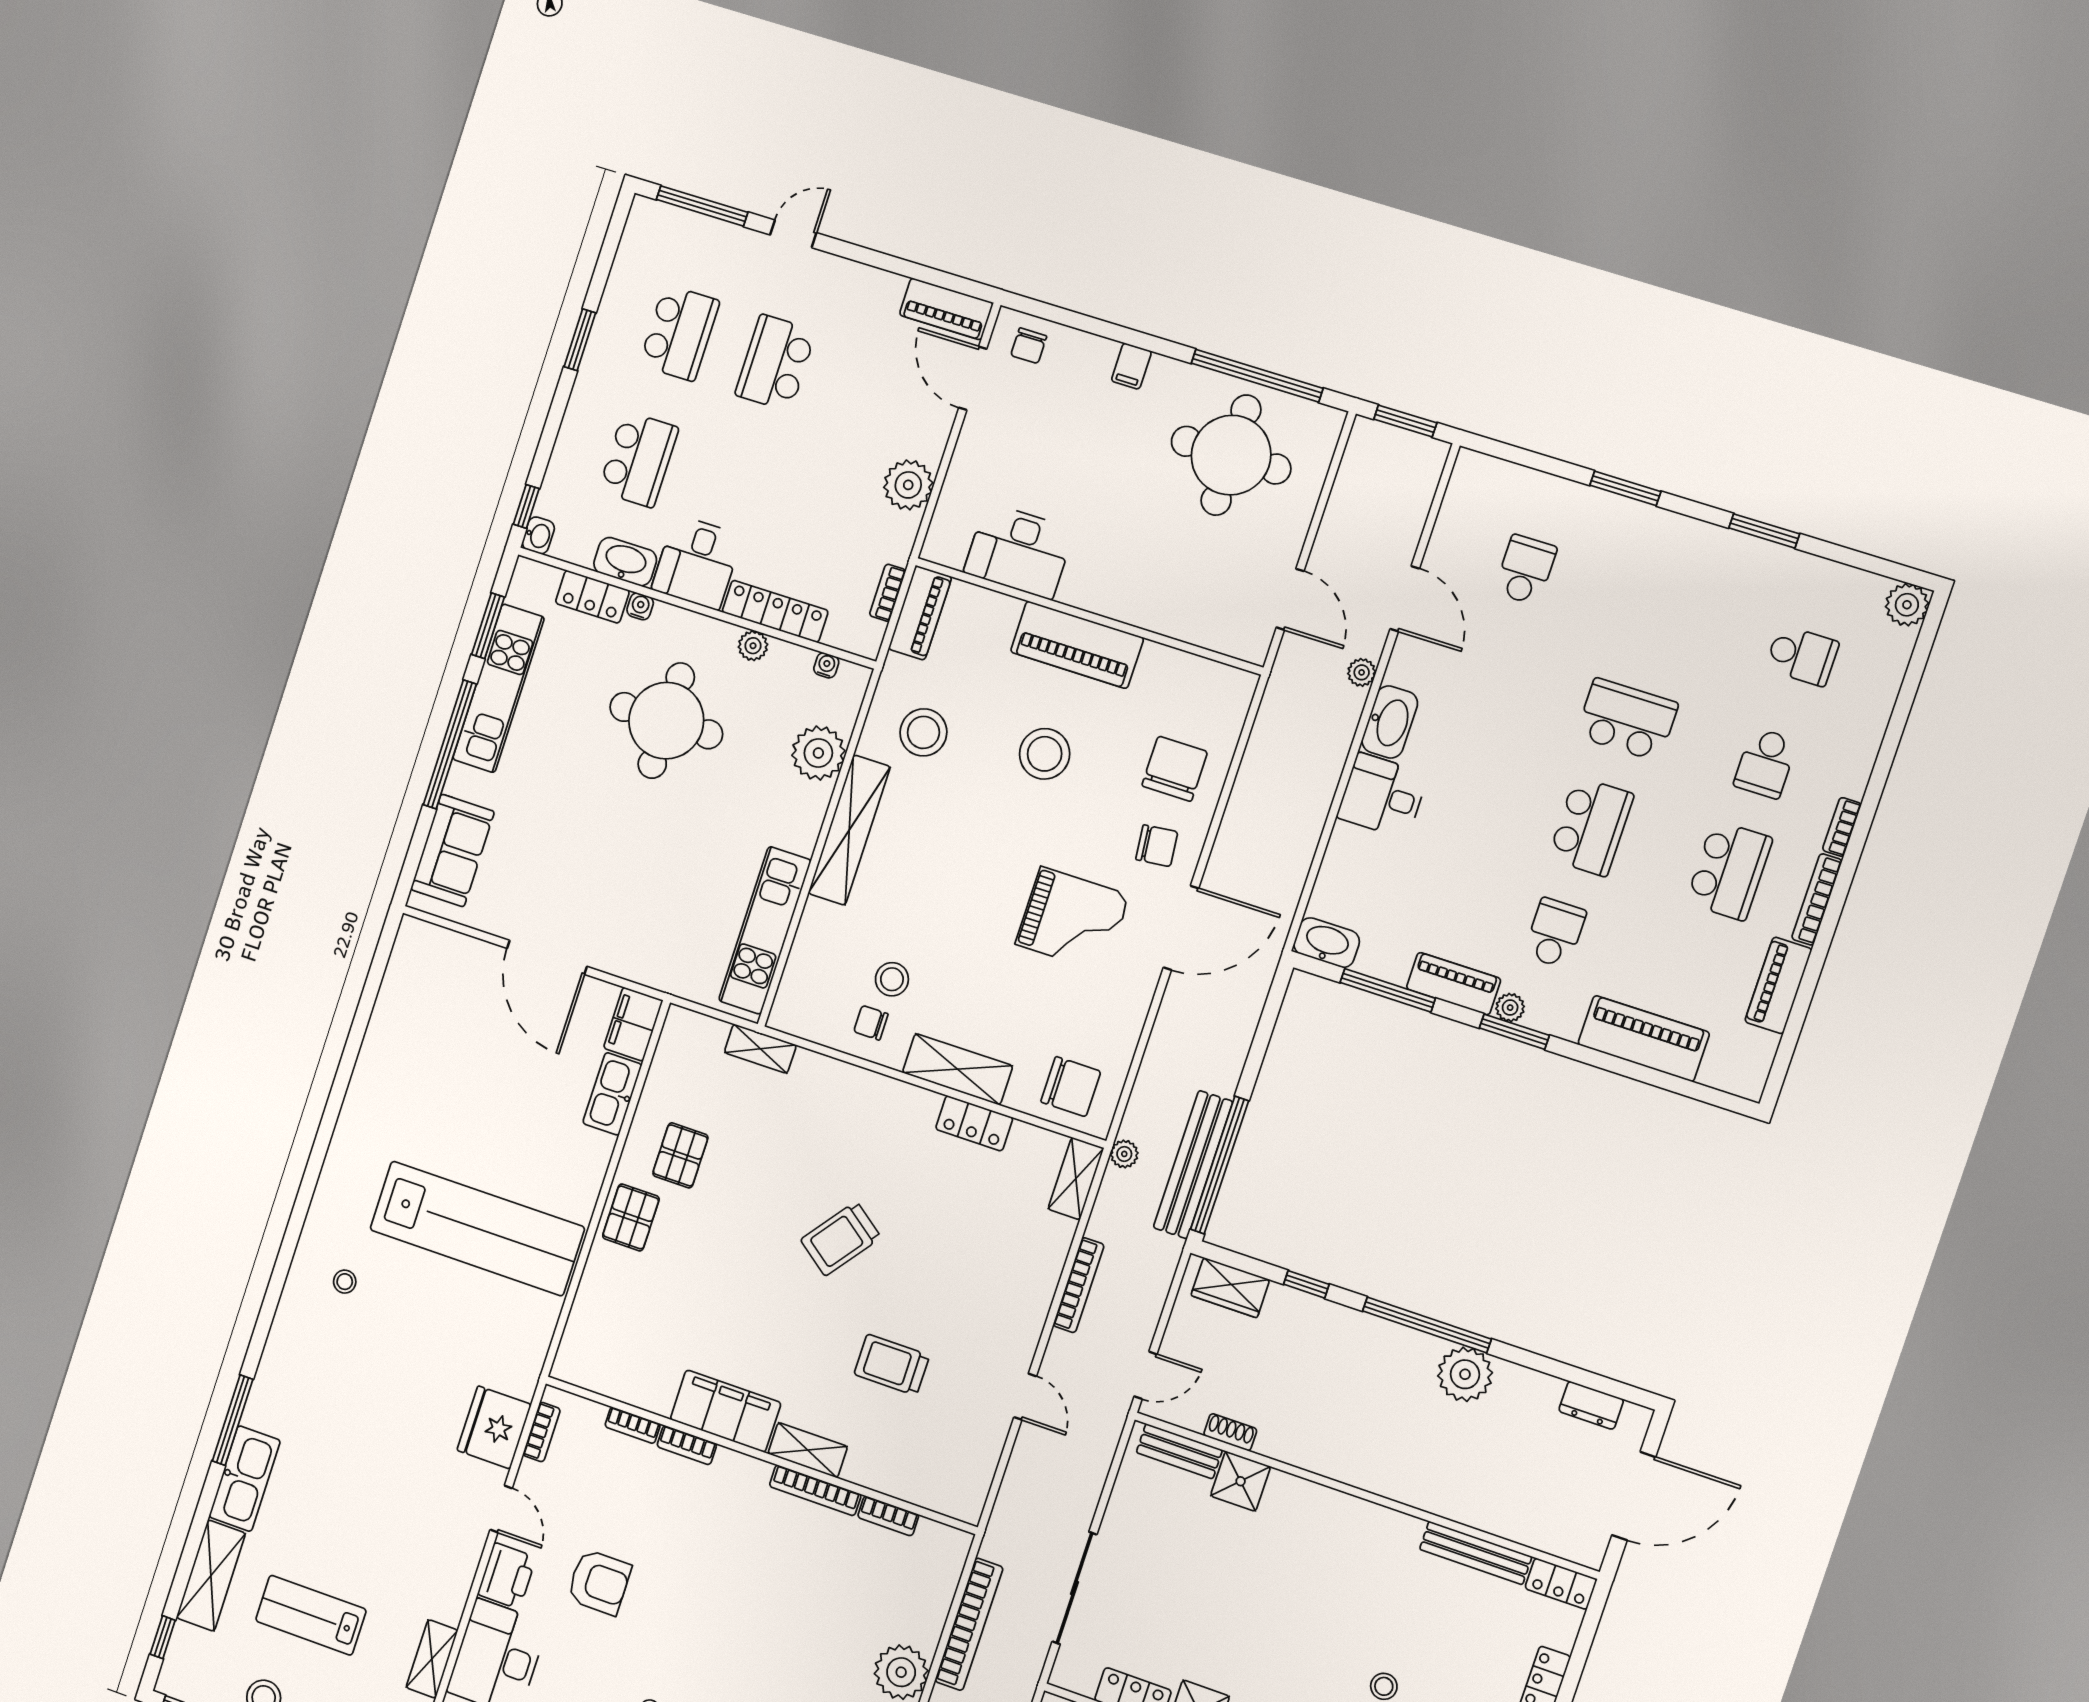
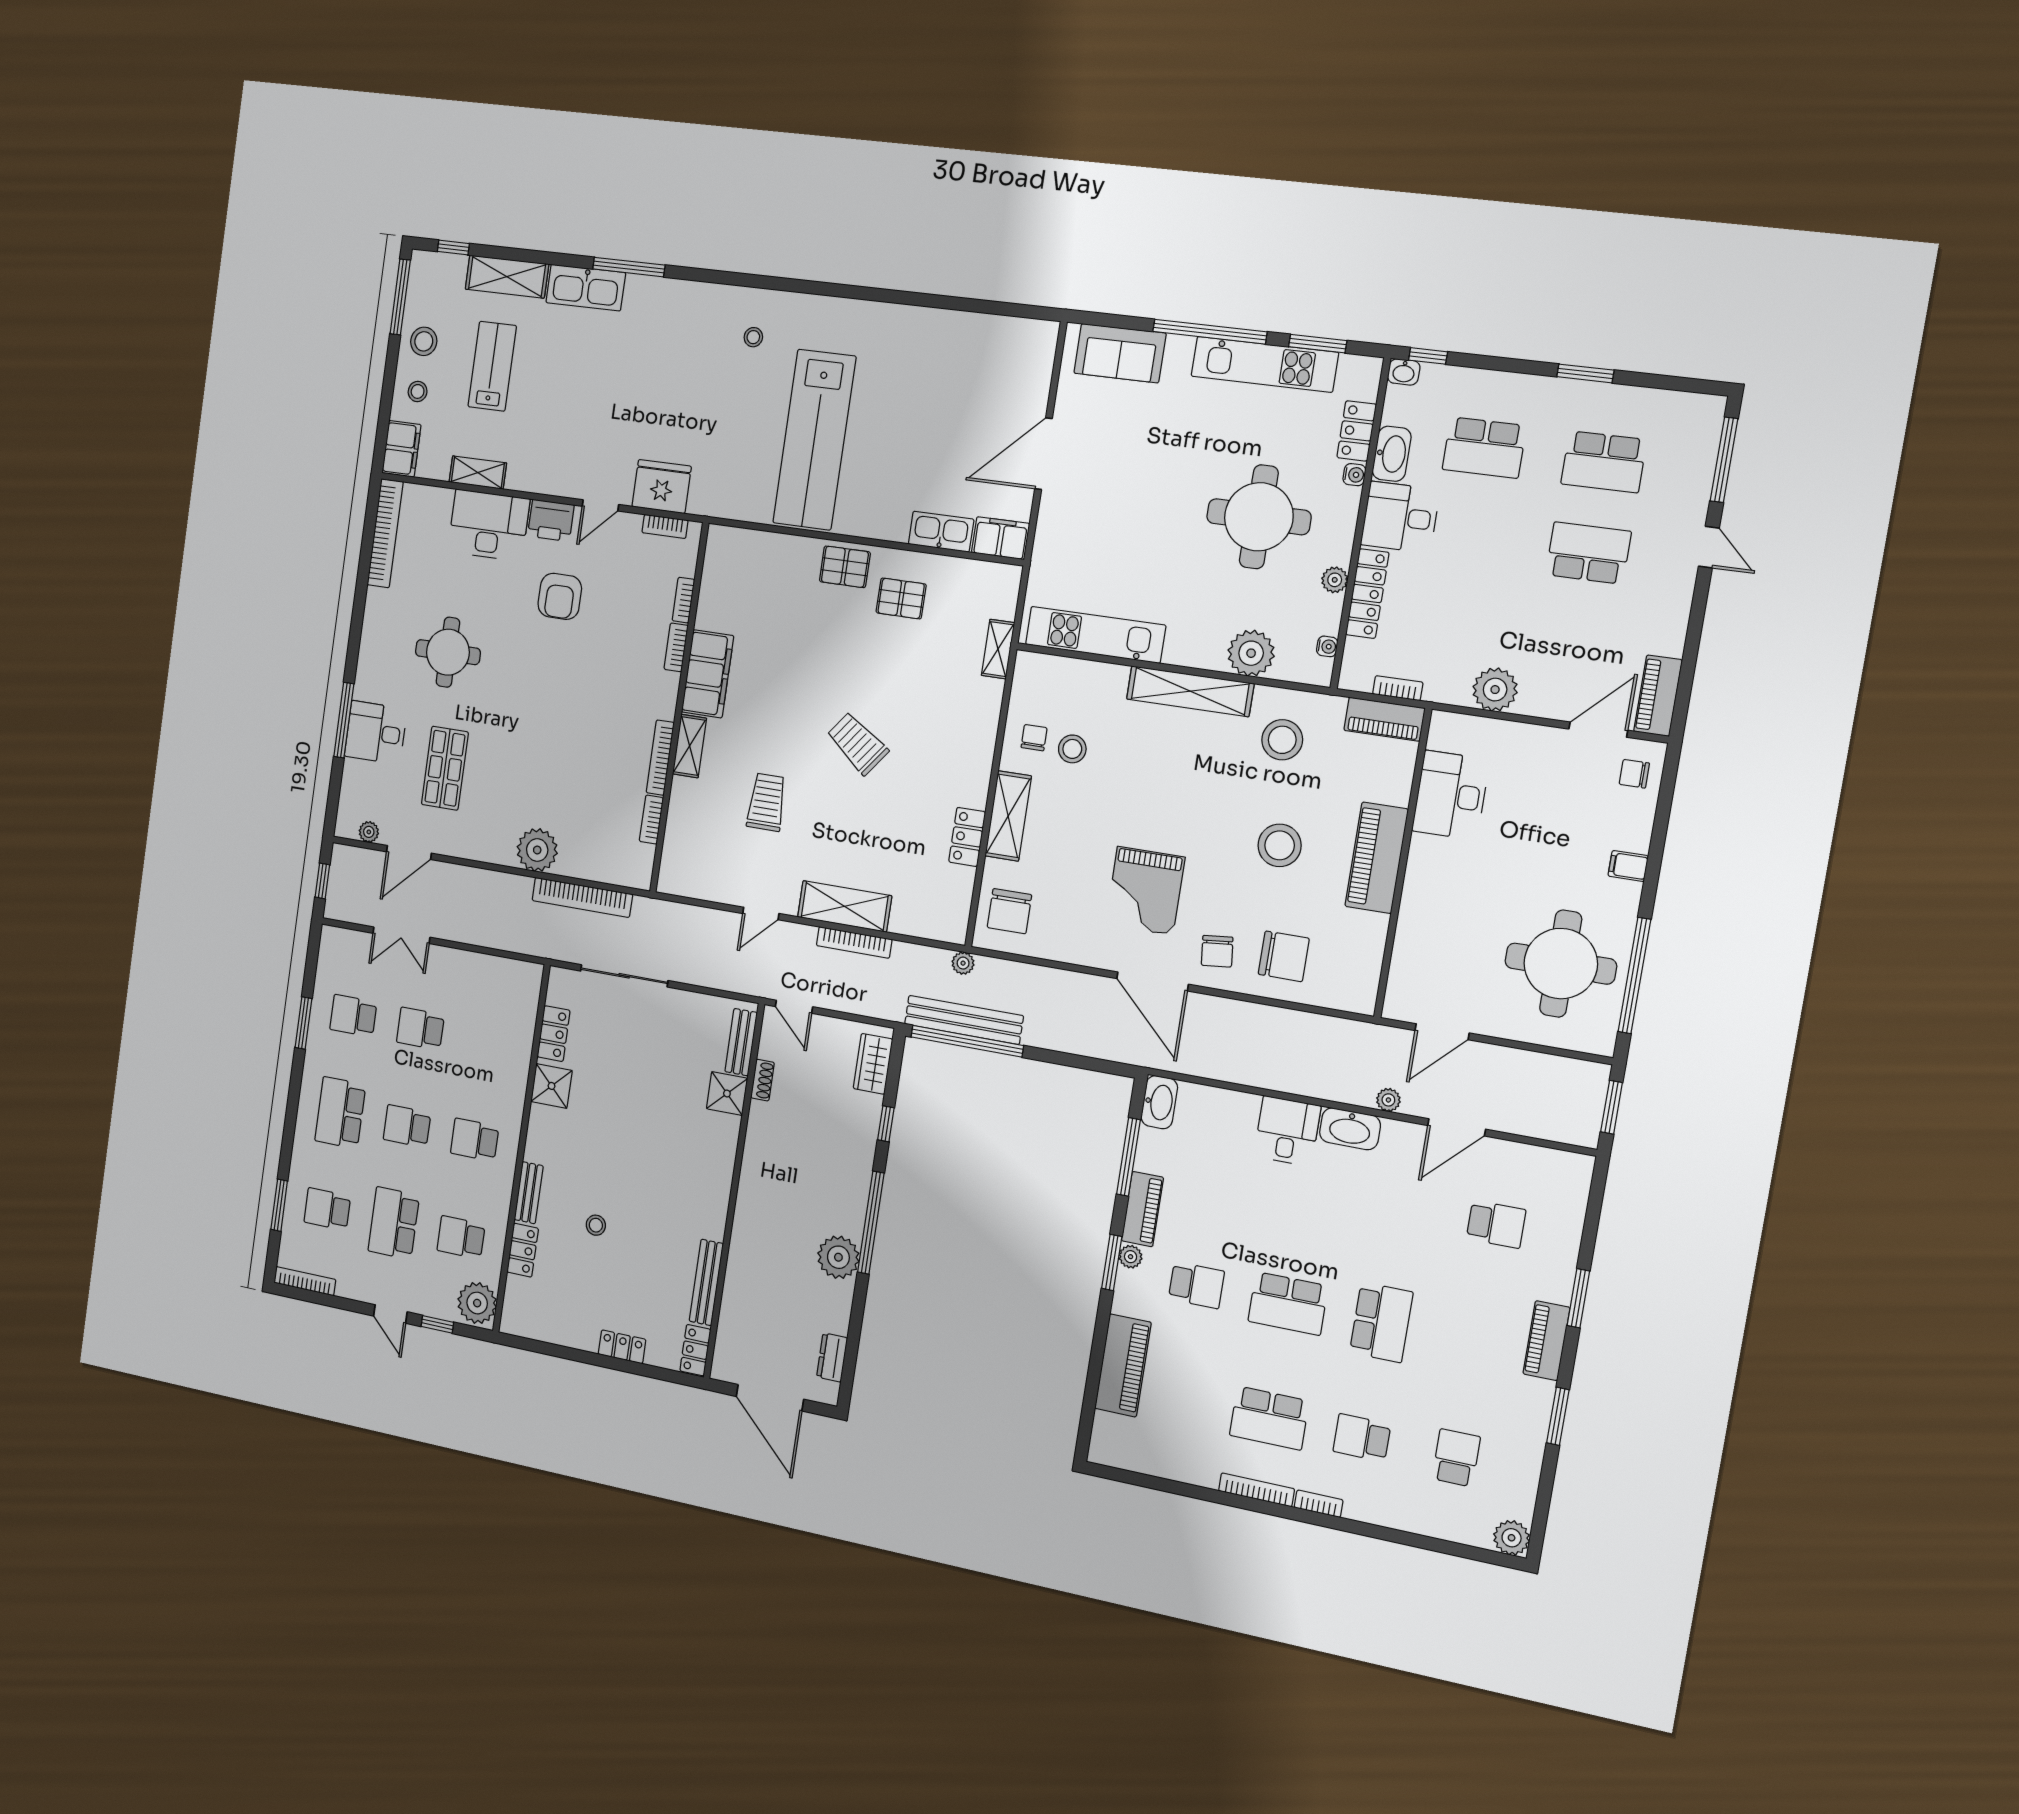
school desk: (1802, 656) -> (1456, 1458), turned 180
piano: (1778, 985) -> (1546, 1341), moved, turned -90
shelving: (1076, 1179) -> (845, 906), moved, width x1.50, depth x1.33

